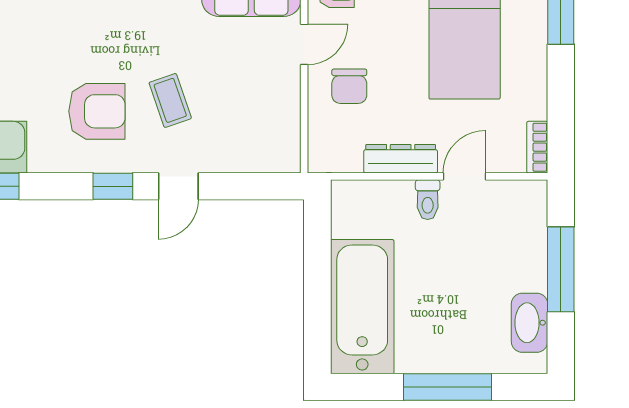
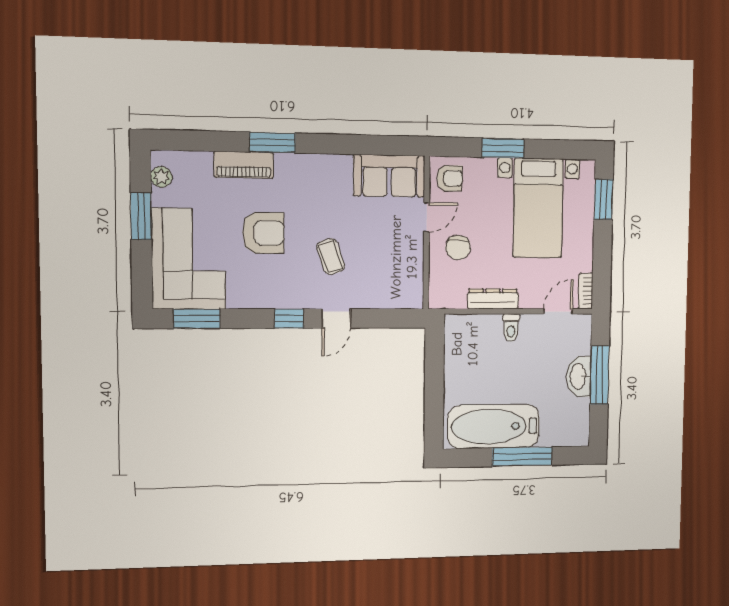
armchair: (97, 111) -> (263, 233), moved
door: (464, 176) -> (558, 311), moved
bathtub: (362, 307) -> (494, 426), moved, turned -90
washbasin: (530, 323) -> (579, 376), moved

